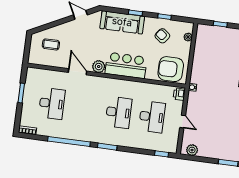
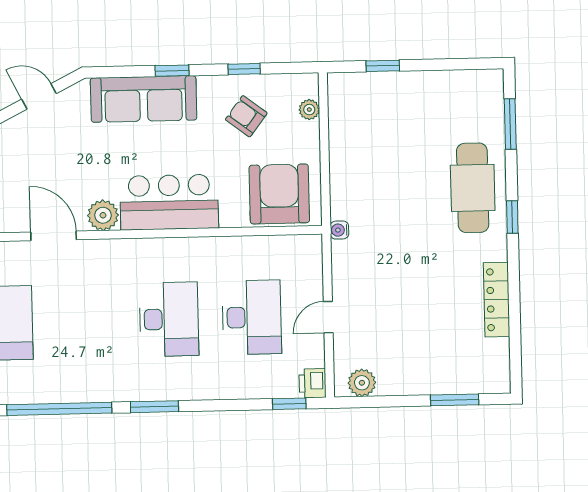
armchair: (171, 69) -> (279, 194), turned 90
printer: (179, 94) -> (313, 383), moved
door: (183, 122) -> (328, 317), swing flipped

